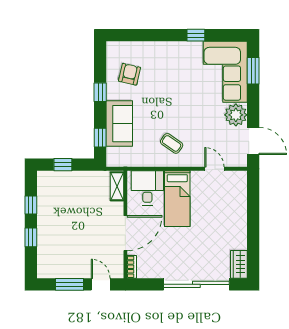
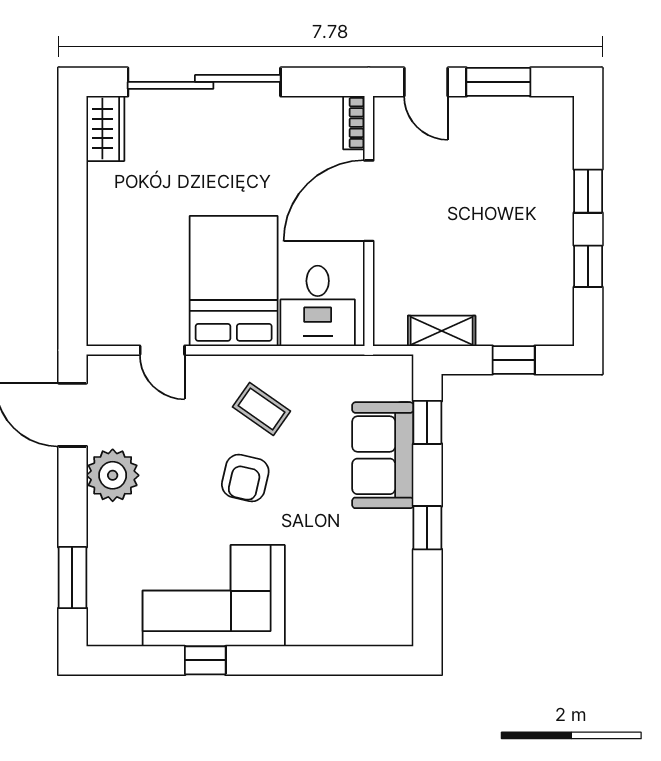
corner sofa: (225, 72) -> (214, 596), moved, turned -90
armchair: (130, 74) -> (245, 478), moved
shelving: (117, 186) -> (442, 331), moved, turned 90
bed: (177, 199) -> (234, 281), width x1.50

